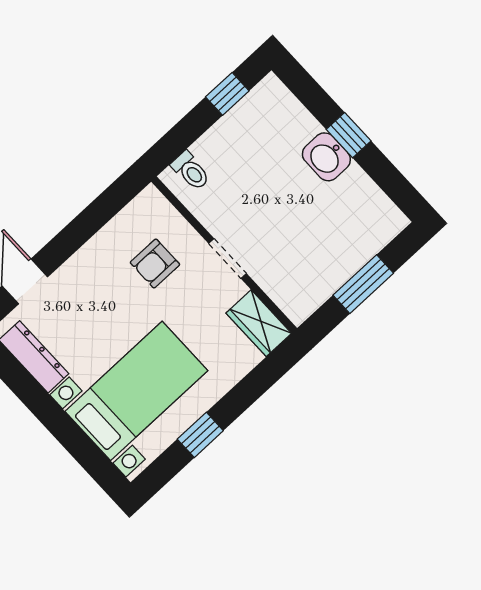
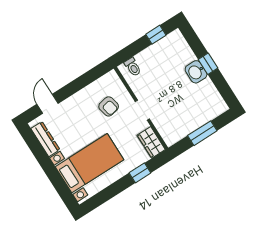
armchair: (155, 264) -> (109, 106), turned -102
window: (200, 435) -> (140, 173), moved

